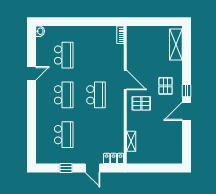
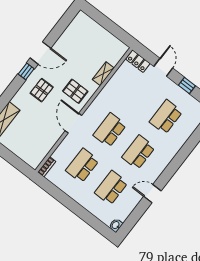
school desk: (96, 55) -> (82, 165), added
shelving: (131, 141) -> (103, 74), moved

